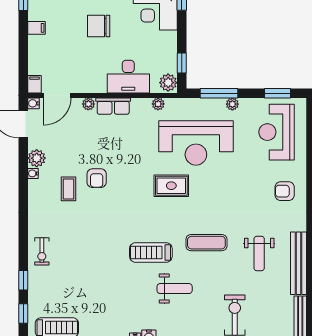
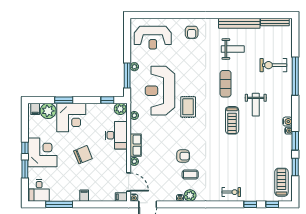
chair: (99, 26) -> (83, 155), turned -112
window: (277, 93) -> (127, 37), removed
reception desk: (196, 143) -> (160, 91), turned 180
plant: (37, 158) -> (190, 195), moved
weight bench: (175, 289) -> (256, 105), turned 180

